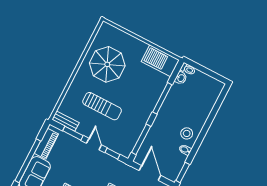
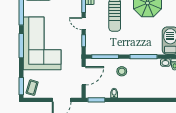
stool: (187, 133) -> (122, 71), moved
door: (94, 144) -> (84, 24), swing flipped

